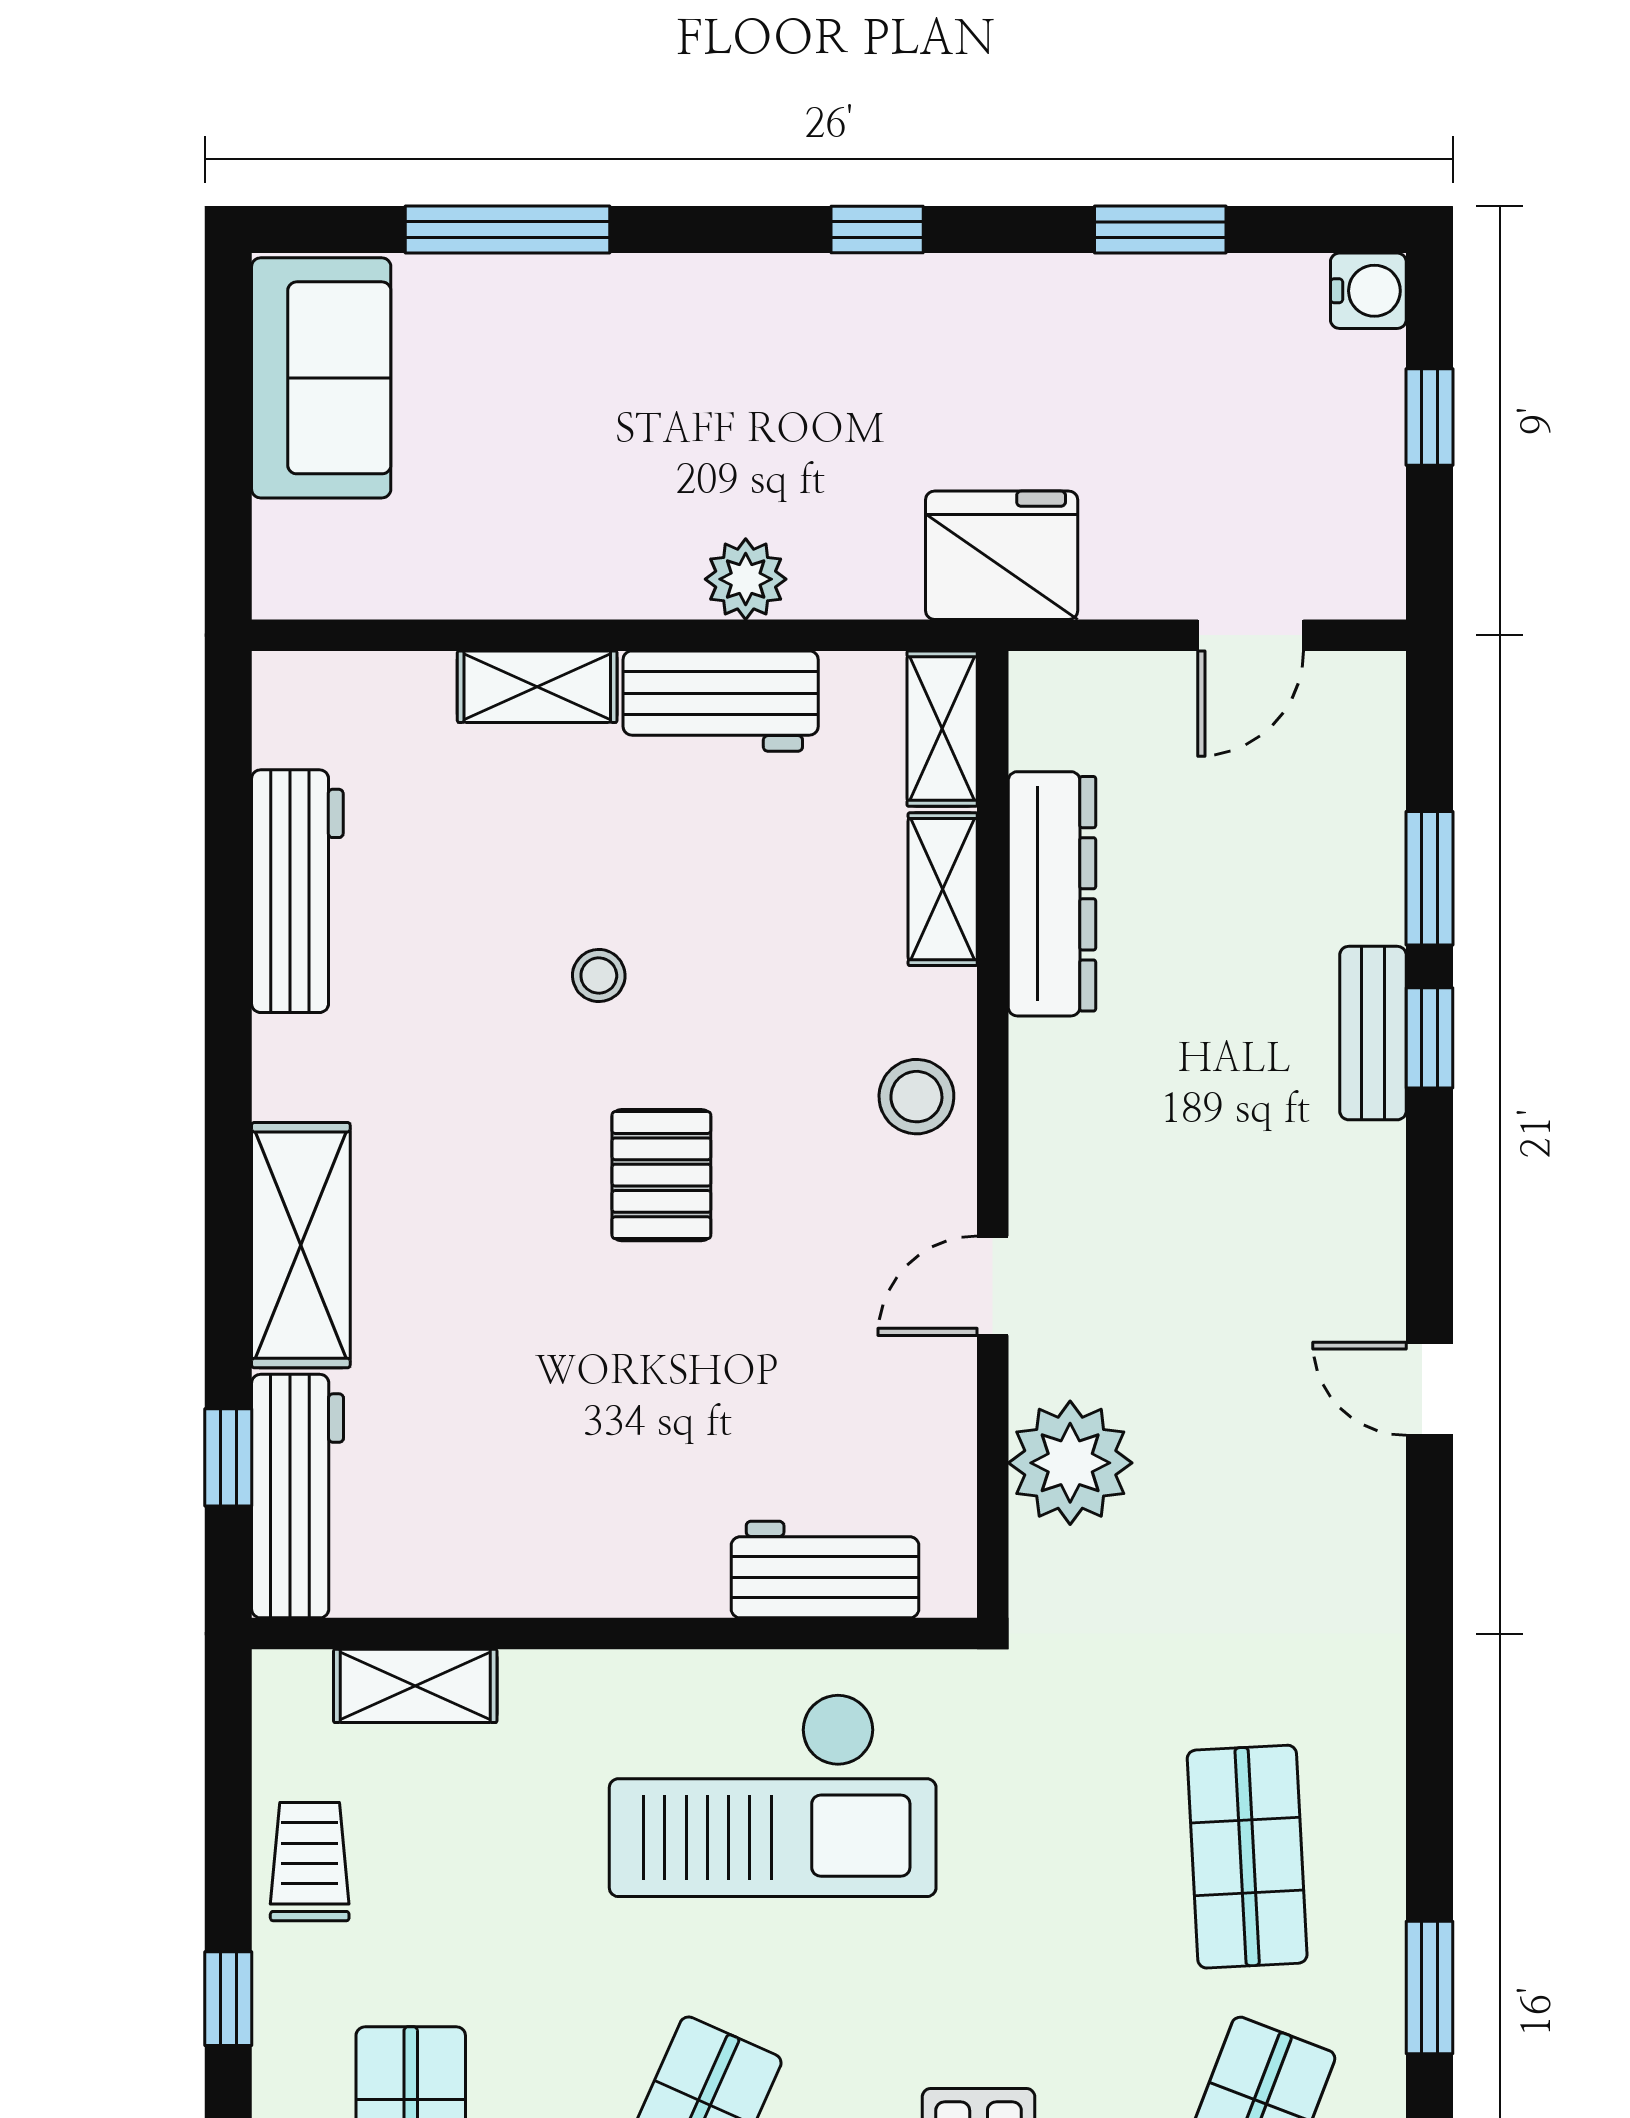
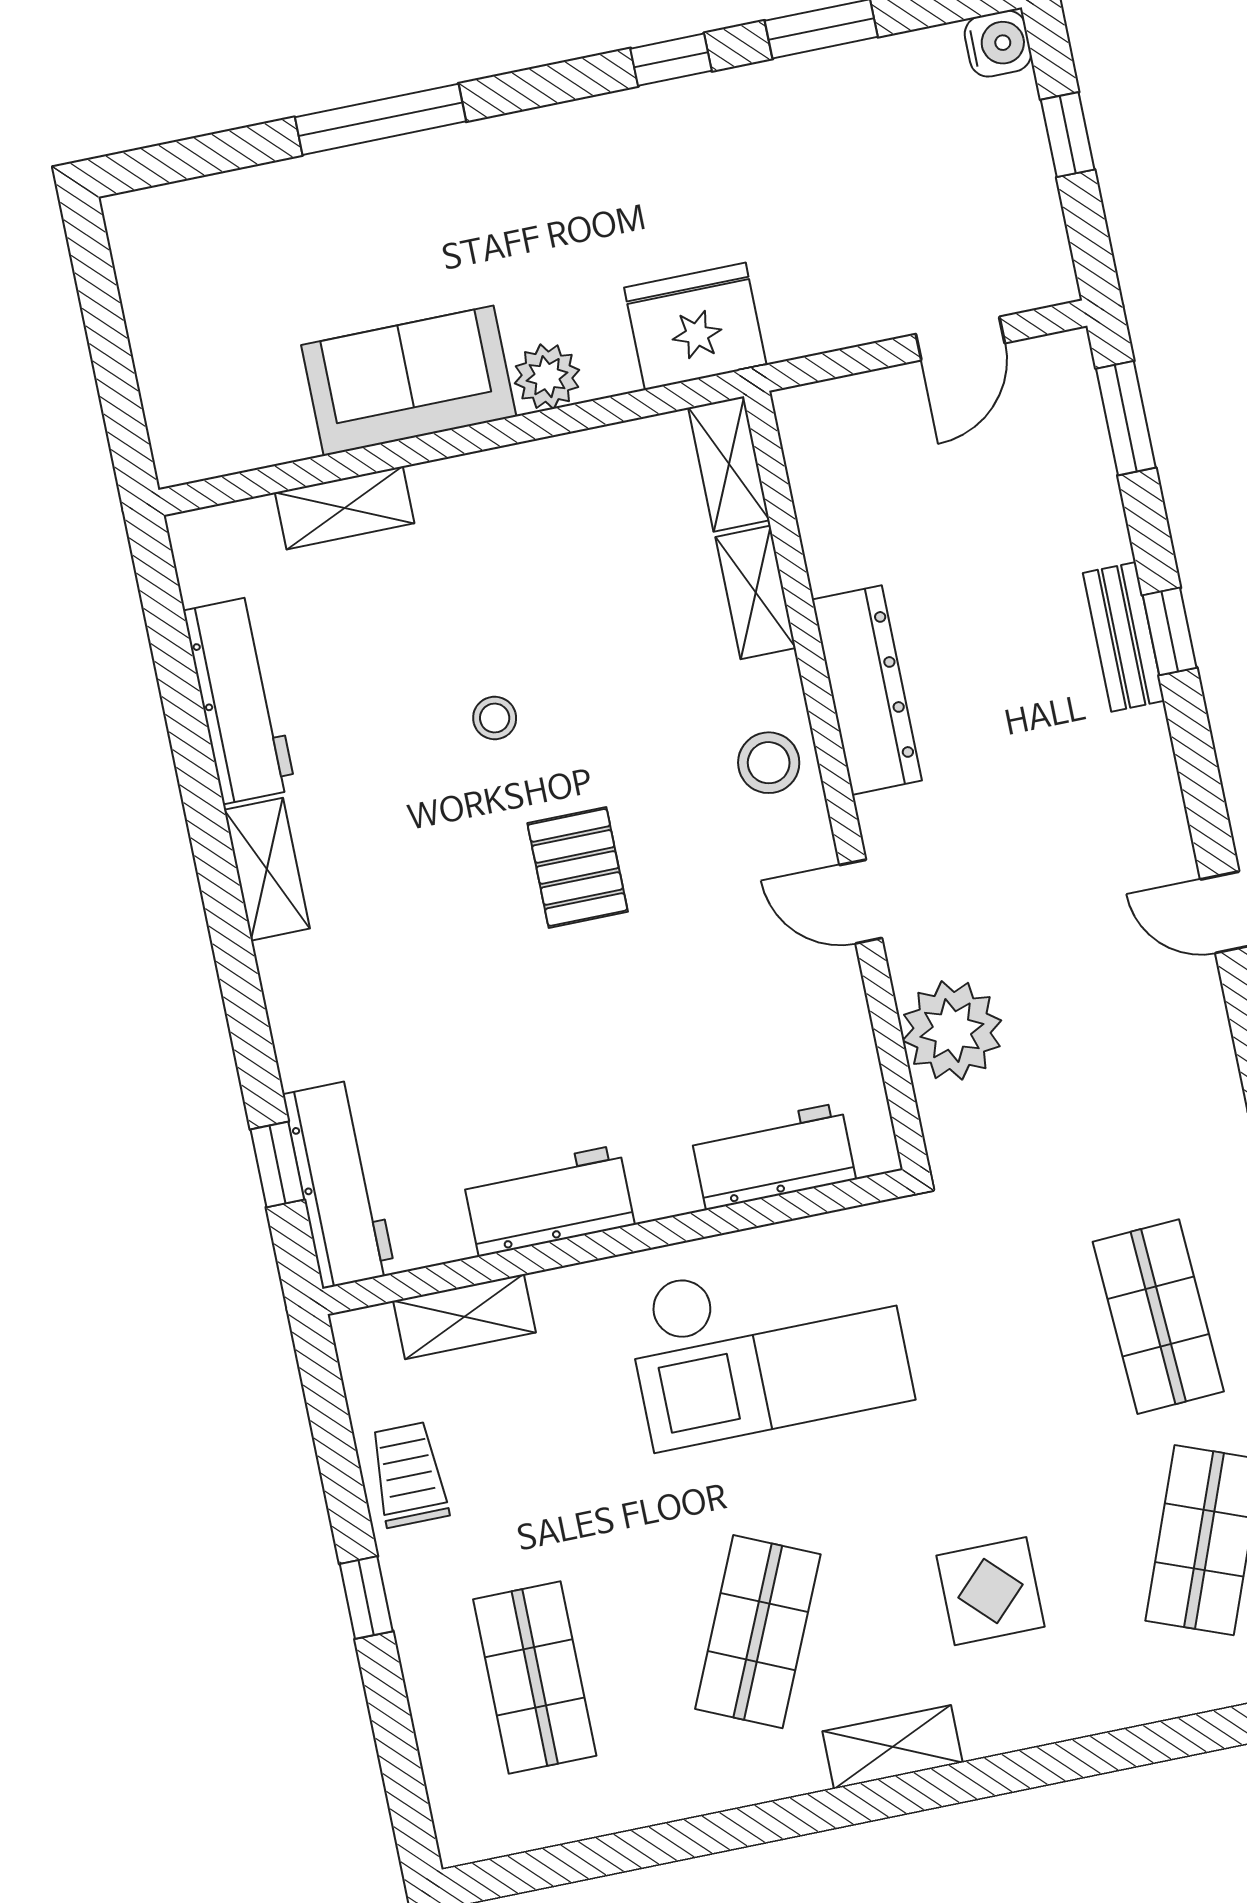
window: (507, 230) -> (380, 119), moved
window: (877, 230) -> (671, 60), moved
sofa: (321, 378) -> (409, 381), moved, turned -90
fridge: (1002, 555) -> (695, 326), moved
shelving: (537, 687) -> (345, 508), moved
workbench: (721, 701) -> (549, 1201), moved, turned 180
window: (1430, 878) -> (1126, 418), moved
dresser: (1052, 894) -> (867, 690), moved
shelving: (301, 1245) -> (267, 869), moved, width x0.67, depth x0.75
door: (993, 1286) -> (861, 902), hinge flipped

